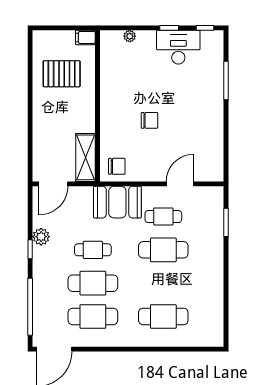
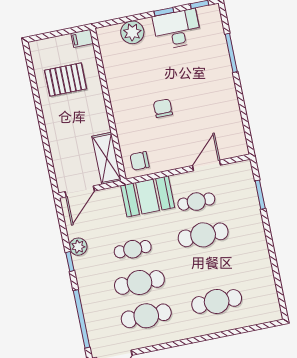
plant: (130, 36) -> (132, 32), width x1.88, depth x1.88
chair: (149, 120) -> (163, 108), turned -90
chair: (117, 166) -> (140, 161), turned 180

